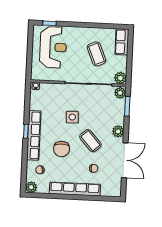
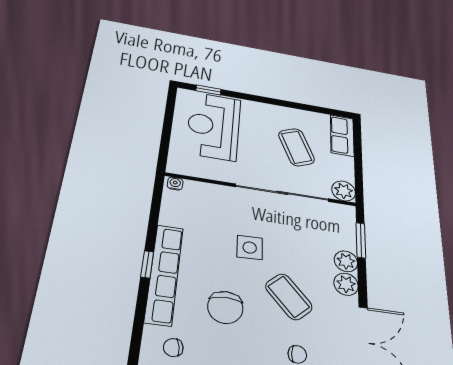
reception desk: (53, 47) -> (214, 126), turned 180
plant: (120, 93) -> (346, 261), moved

